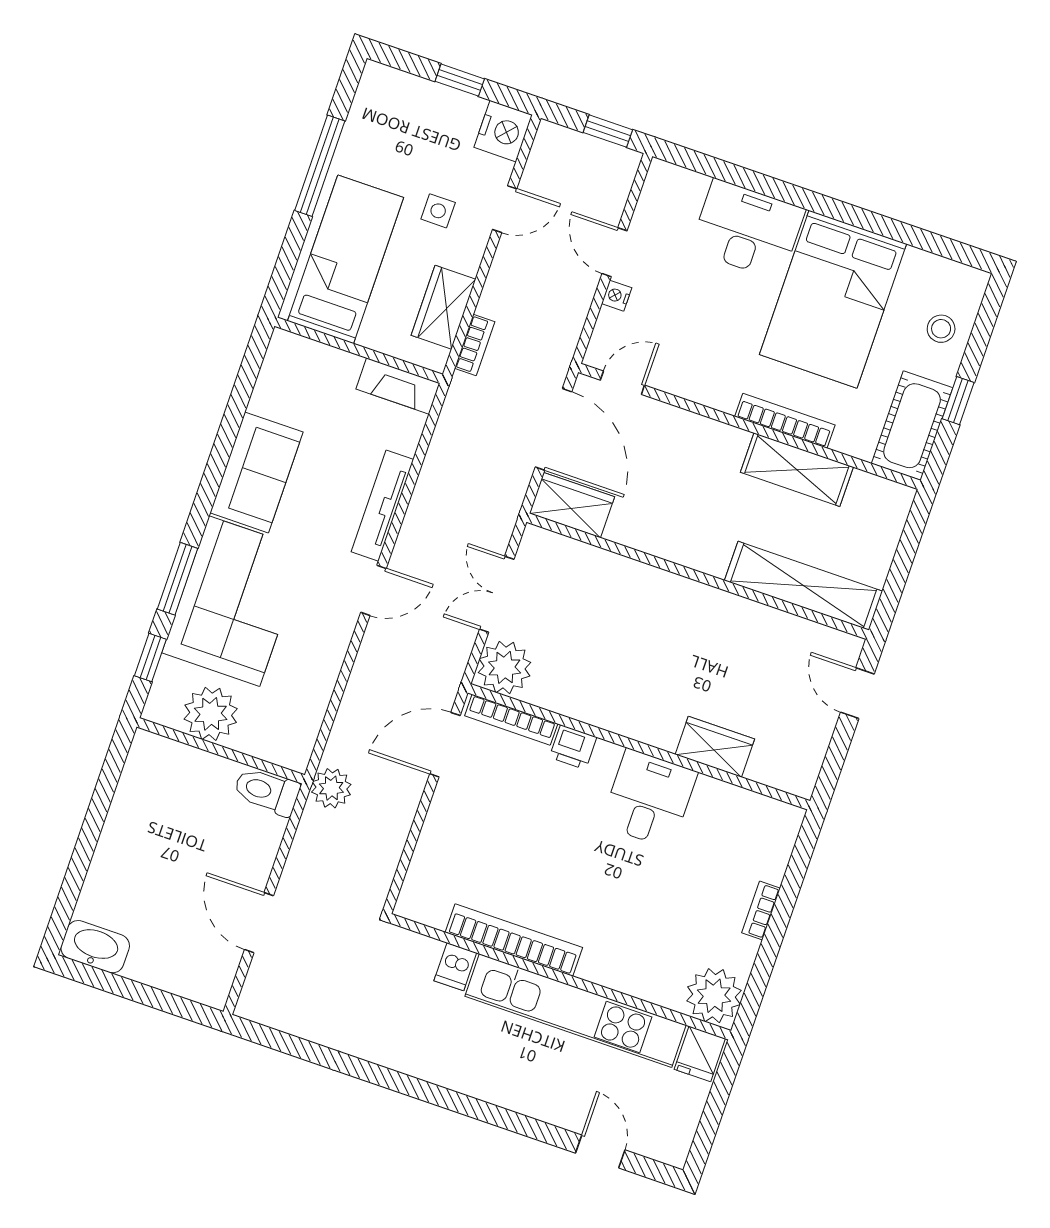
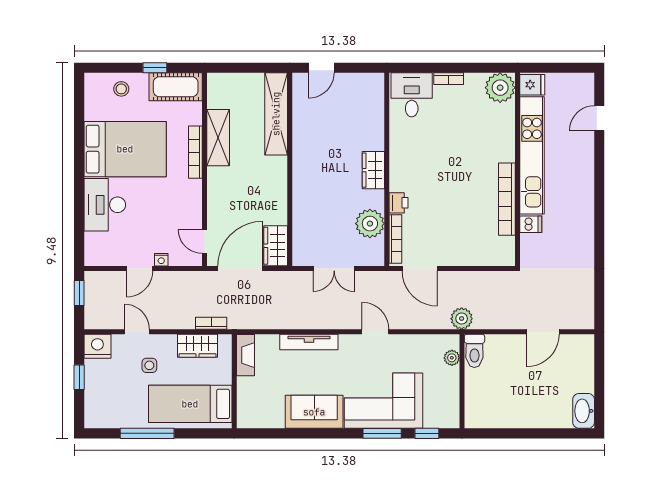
door: (373, 590) -> (375, 332), moved
plant: (505, 667) -> (370, 224), moved
plant: (211, 714) -> (452, 358), moved, width x0.53, depth x0.53
wardrobe: (715, 747) -> (373, 170), moved
desk: (649, 798) -> (412, 95), moved, turned 90

